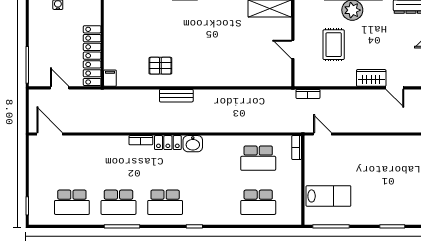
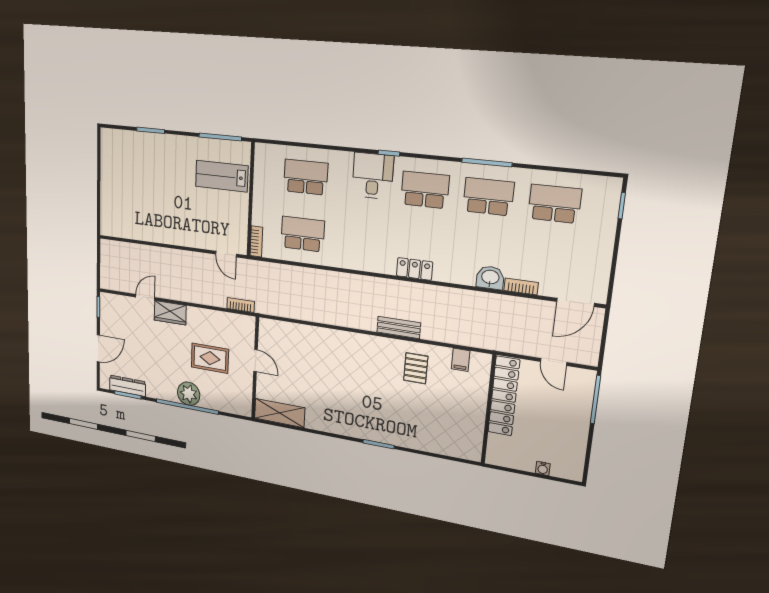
rug: (334, 45) -> (210, 358), turned 90
pallet: (160, 66) -> (416, 368), turned 90
filing cabinet: (110, 78) -> (461, 360), moved
door: (395, 88) -> (145, 297), hinge flipped
door: (50, 134) -> (575, 302), hinge flipped
bookcase: (141, 140) -> (521, 286), moved
washbasin: (193, 144) -> (490, 278), moved
desk: (205, 209) -> (373, 176), added

